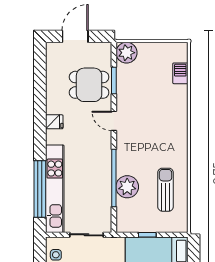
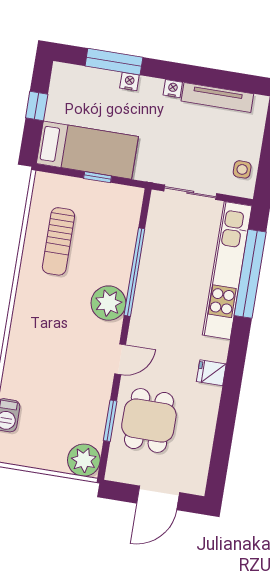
dining table: (89, 85) -> (149, 421), turned 90
door: (114, 121) -> (120, 359), hinge flipped
plant: (127, 187) -> (108, 303), moved

